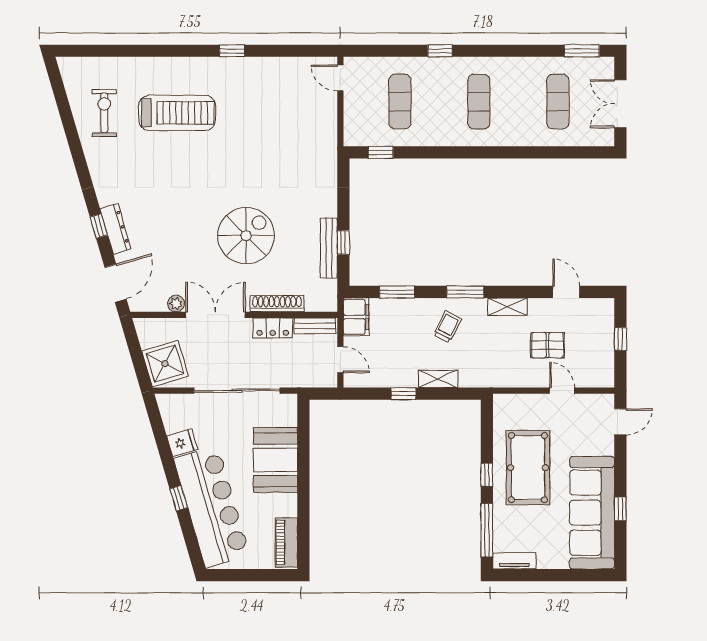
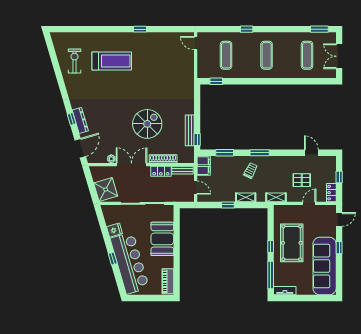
window: (343, 242) -> (197, 139), moved
shelving: (507, 307) -> (276, 197), moved
locker: (605, 370) -> (331, 193), added
door: (562, 391) -> (309, 203), hinge flipped
window: (620, 509) -> (339, 248), moved

